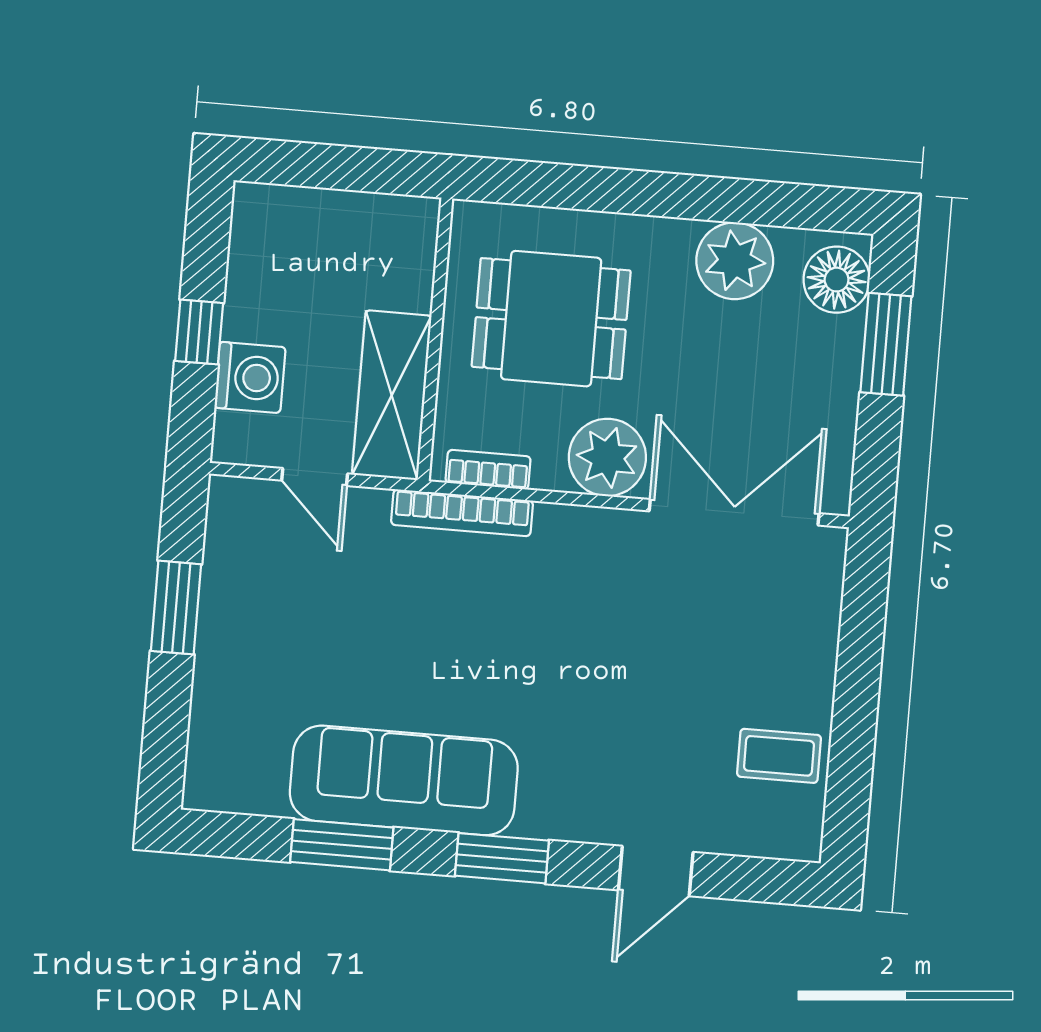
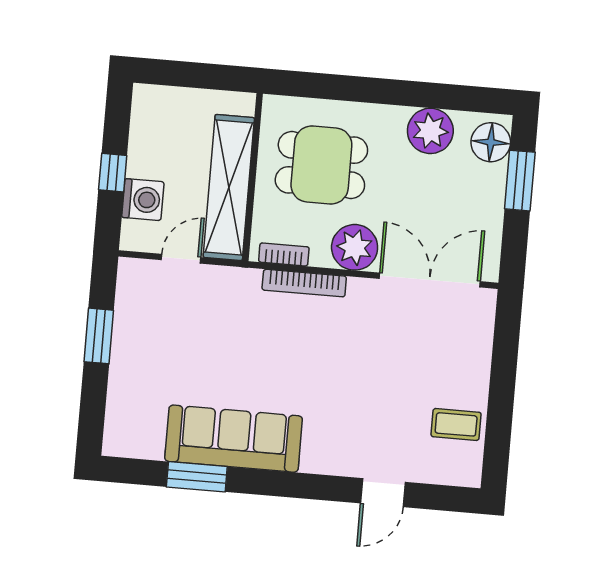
shelving: (392, 395) -> (229, 187), width x1.47
door: (315, 477) -> (181, 259), swing flipped
bookcase: (462, 513) -> (304, 283), moved
window: (502, 858) -> (292, 485), removed

